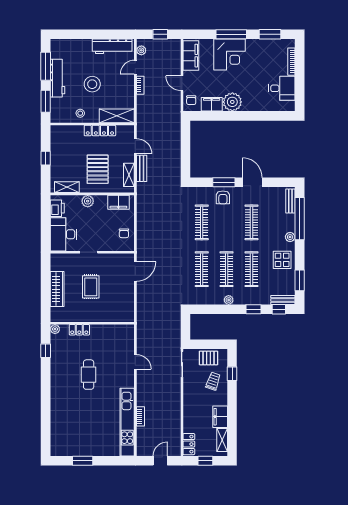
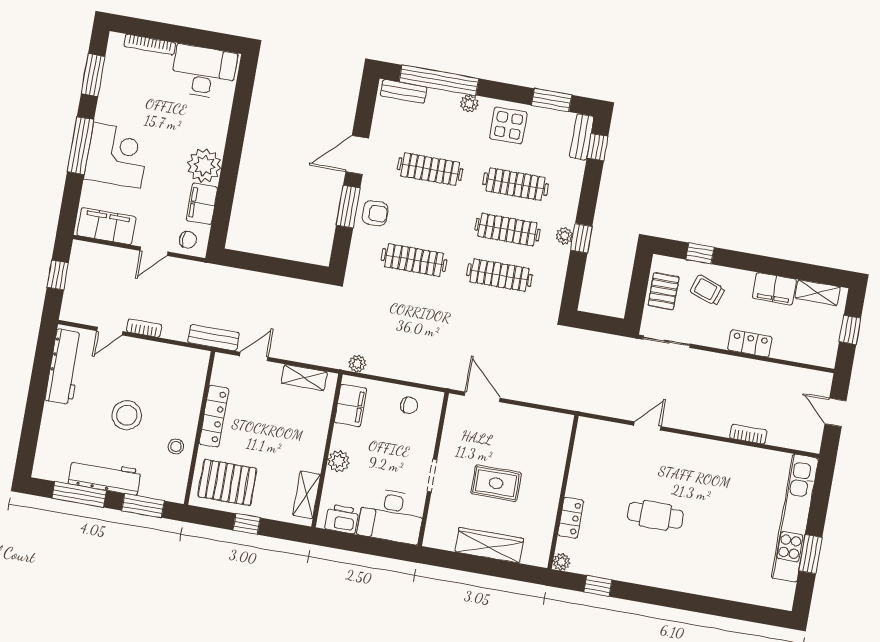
plant: (141, 50) -> (357, 364), moved
door: (135, 67) -> (110, 331), hinge flipped
desk: (282, 88) -> (204, 72), width x1.37
shelving: (117, 116) -> (193, 381), removed
bench: (142, 168) -> (214, 338), moved
pallet: (98, 169) -> (227, 483), moved
window: (253, 309) -> (581, 238), moved
kitchen unit: (127, 422) -> (795, 518), moved, turned 90
locker: (189, 444) -> (750, 343), moved

